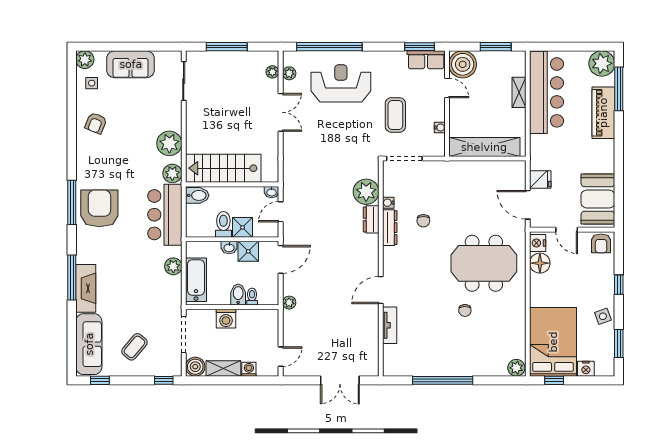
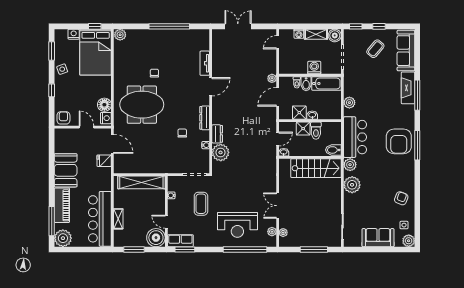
booth: (598, 199) -> (66, 170), moved
dresser: (390, 228) -> (205, 118), moved
door: (281, 259) -> (278, 97), moved
bathtub: (196, 280) -> (326, 84), moved, turned -90
window: (100, 380) -> (379, 26), moved

